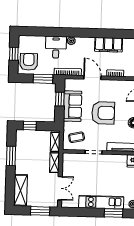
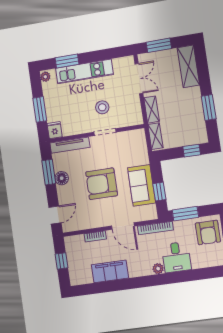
coffee table: (77, 137) -> (130, 147), removed
stool: (92, 172) -> (102, 107), added
double door: (60, 188) -> (139, 79), swing flipped

